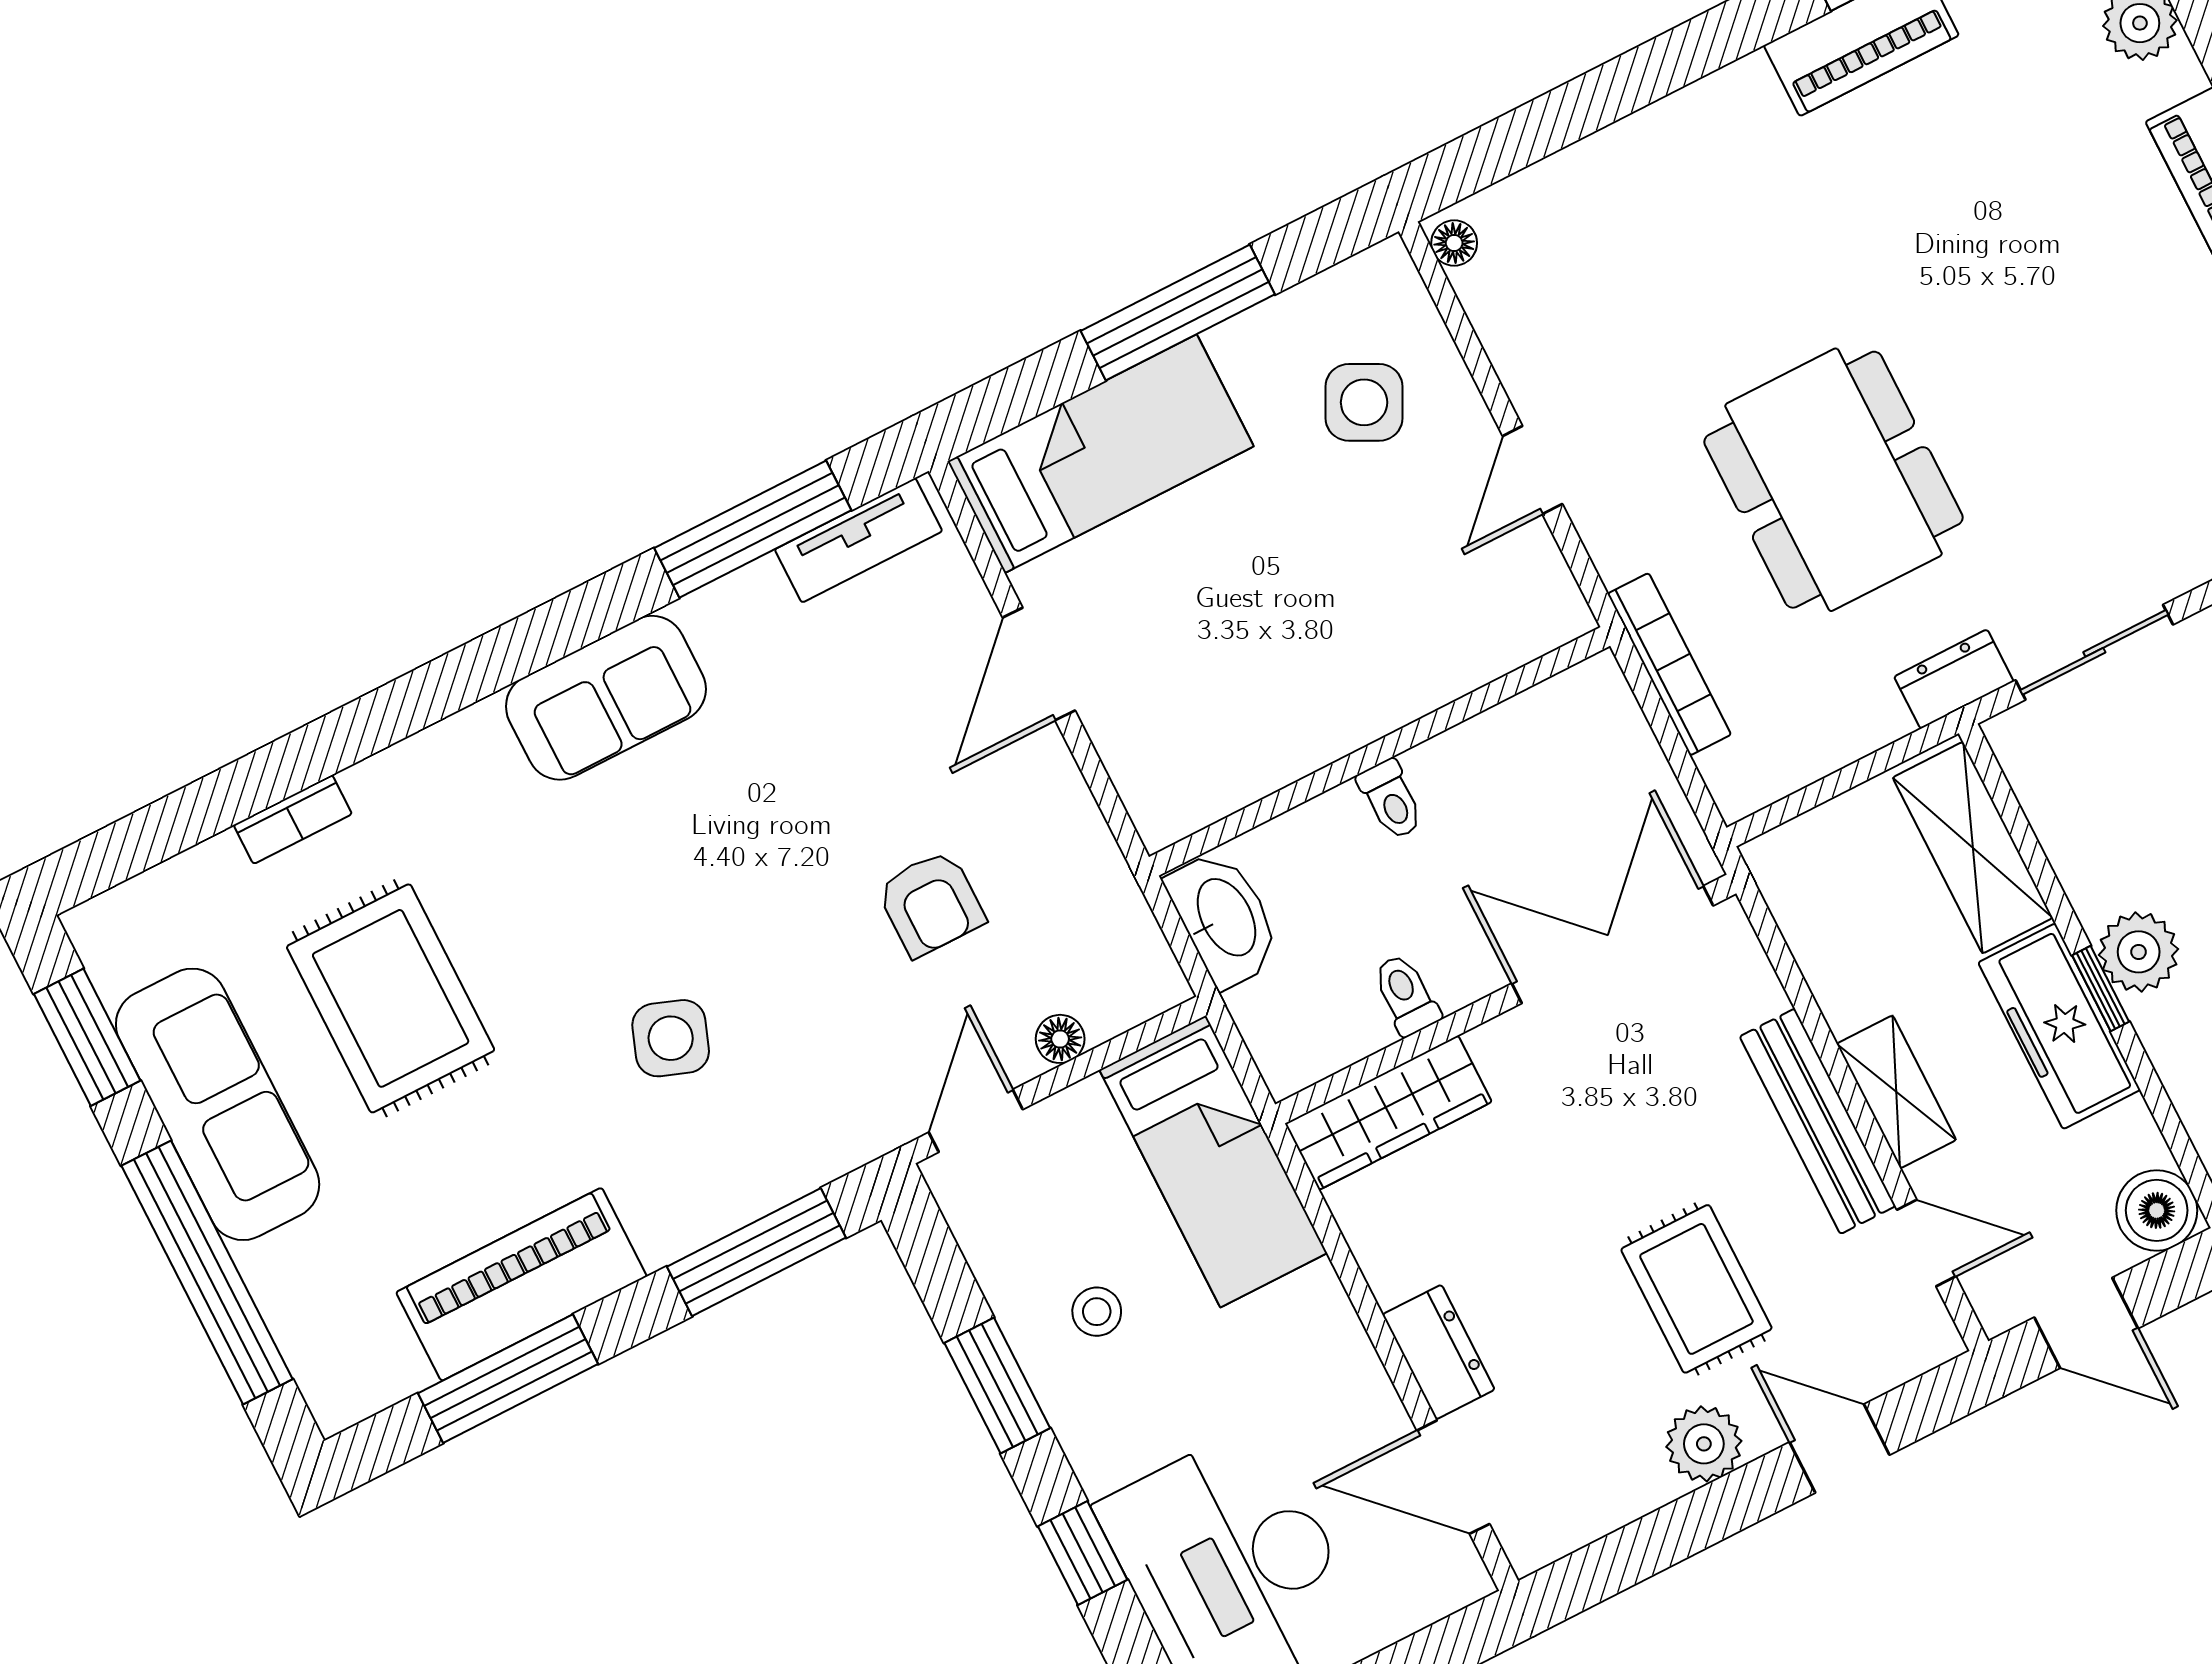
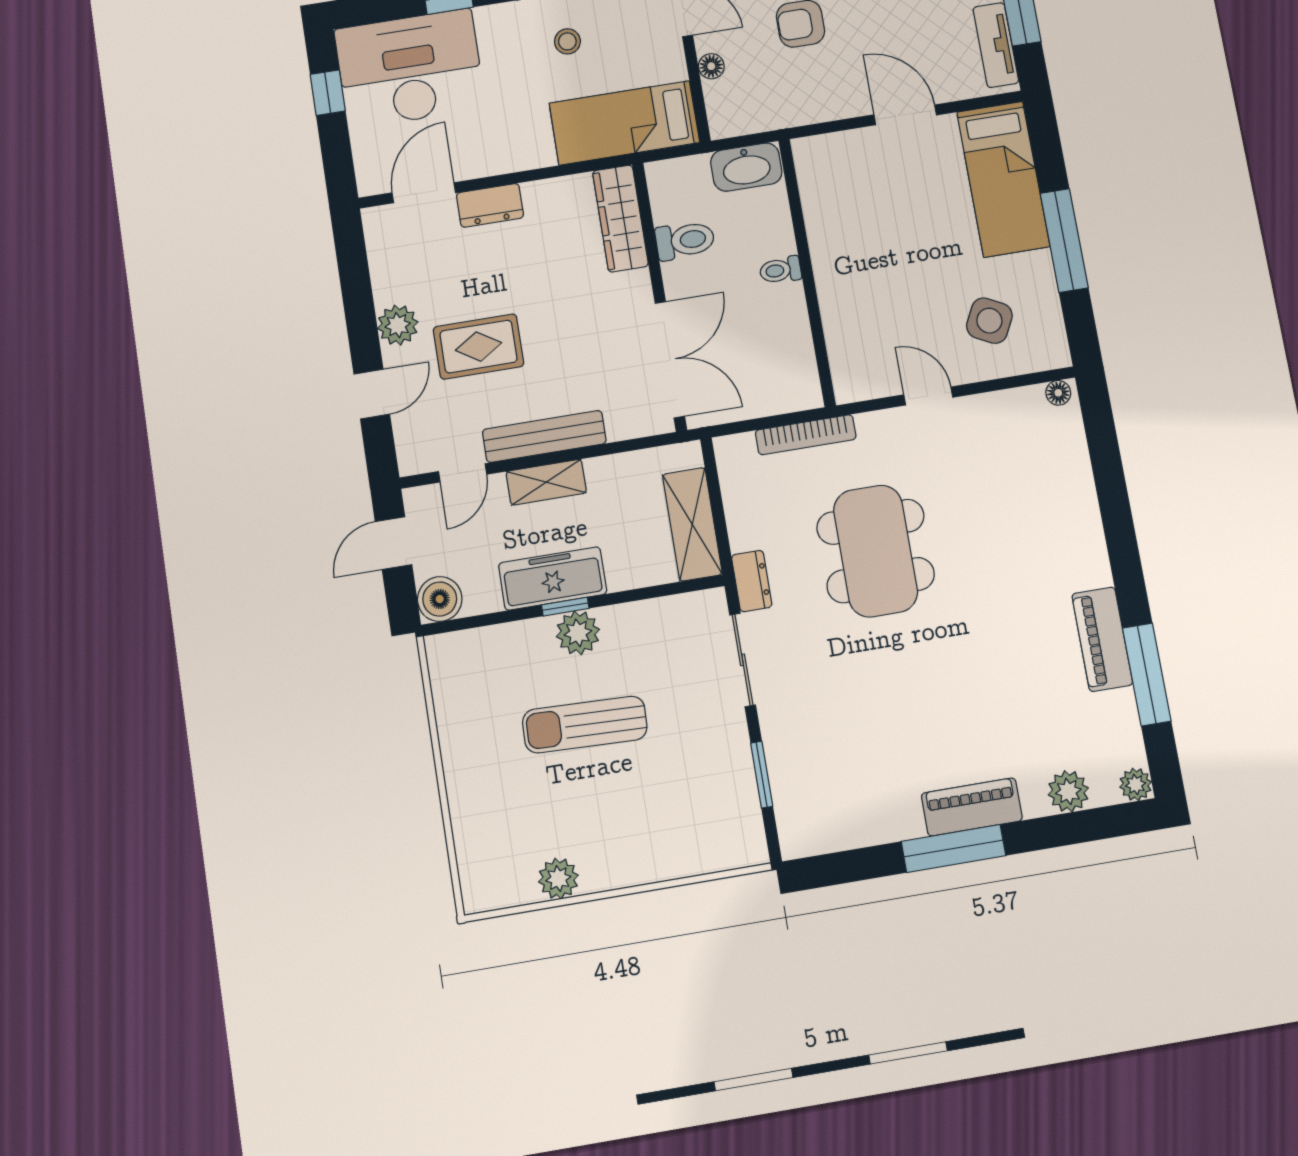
dining table: (1834, 480) -> (876, 551), turned 90
shelving: (1973, 848) -> (692, 524), moved, turned 90
toilet: (1406, 995) -> (685, 240), width x1.37, depth x1.39

